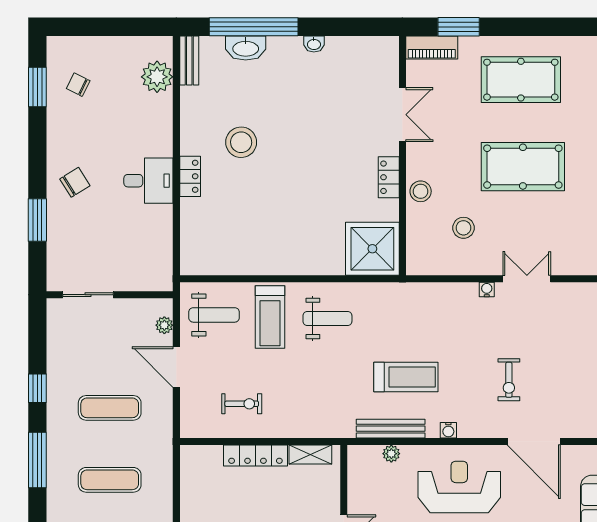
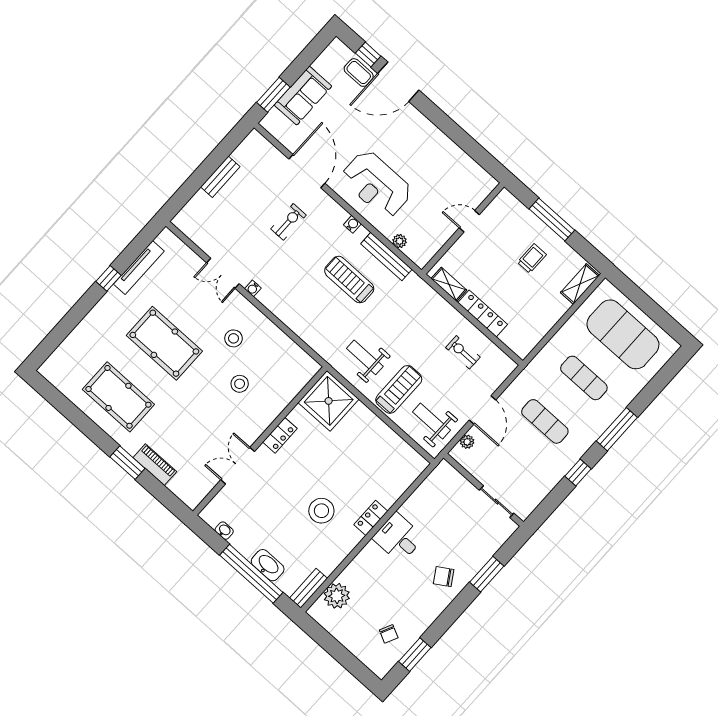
double door: (402, 115) -> (238, 466), moved
wall: (402, 156) -> (260, 441), moved
locker: (389, 177) -> (280, 435), moved
shower: (372, 249) -> (329, 401), moved

